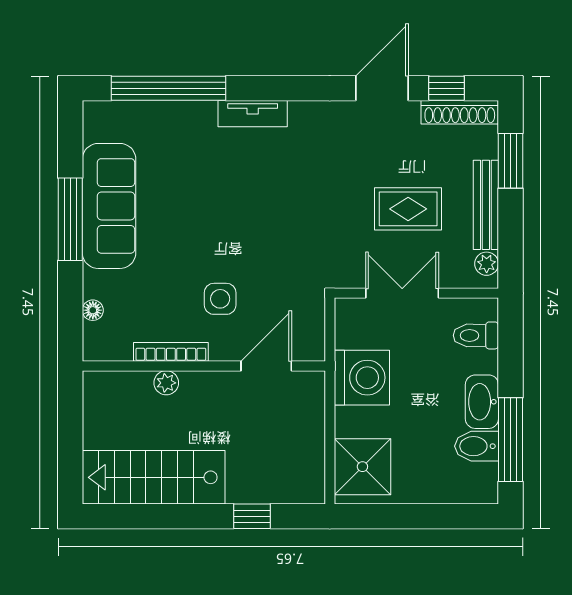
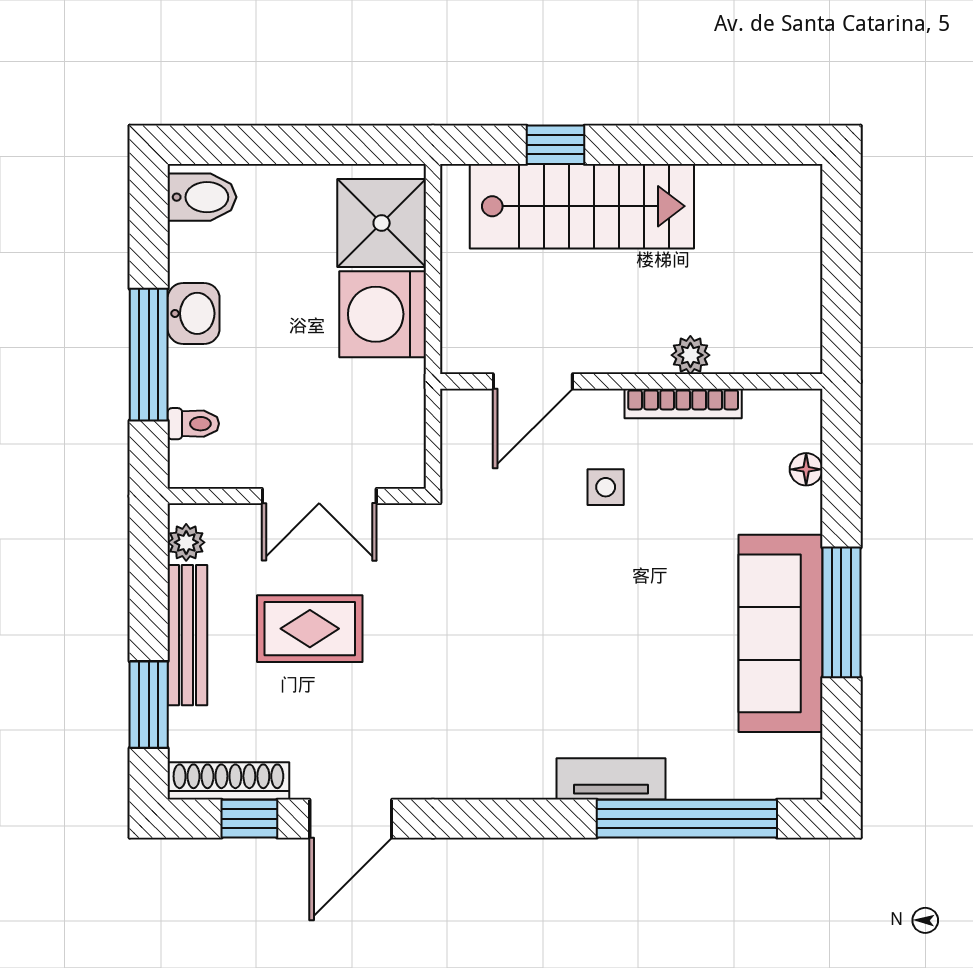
tv unit: (253, 114) -> (611, 779), moved
side table: (220, 299) -> (606, 487), width x0.73, depth x0.73
toilet: (476, 335) -> (193, 424), width x0.73, depth x0.72
washing machine: (362, 378) -> (383, 314), moved
washbasin: (482, 402) -> (194, 313), width x0.72
window: (510, 440) -> (149, 355), moved
bidet: (476, 446) -> (202, 197), moved
stairs: (154, 477) -> (582, 206), moved

